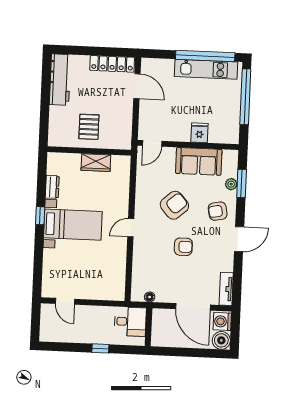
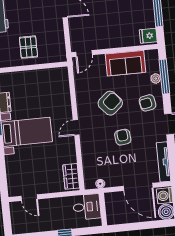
fridge: (199, 133) -> (148, 36), moved, turned -90
wardrobe: (96, 163) -> (71, 176), moved, turned 90
window: (242, 183) -> (164, 77), width x1.44
armchair: (183, 247) -> (123, 137), turned -96
tv unit: (226, 289) -> (164, 162), width x1.41

